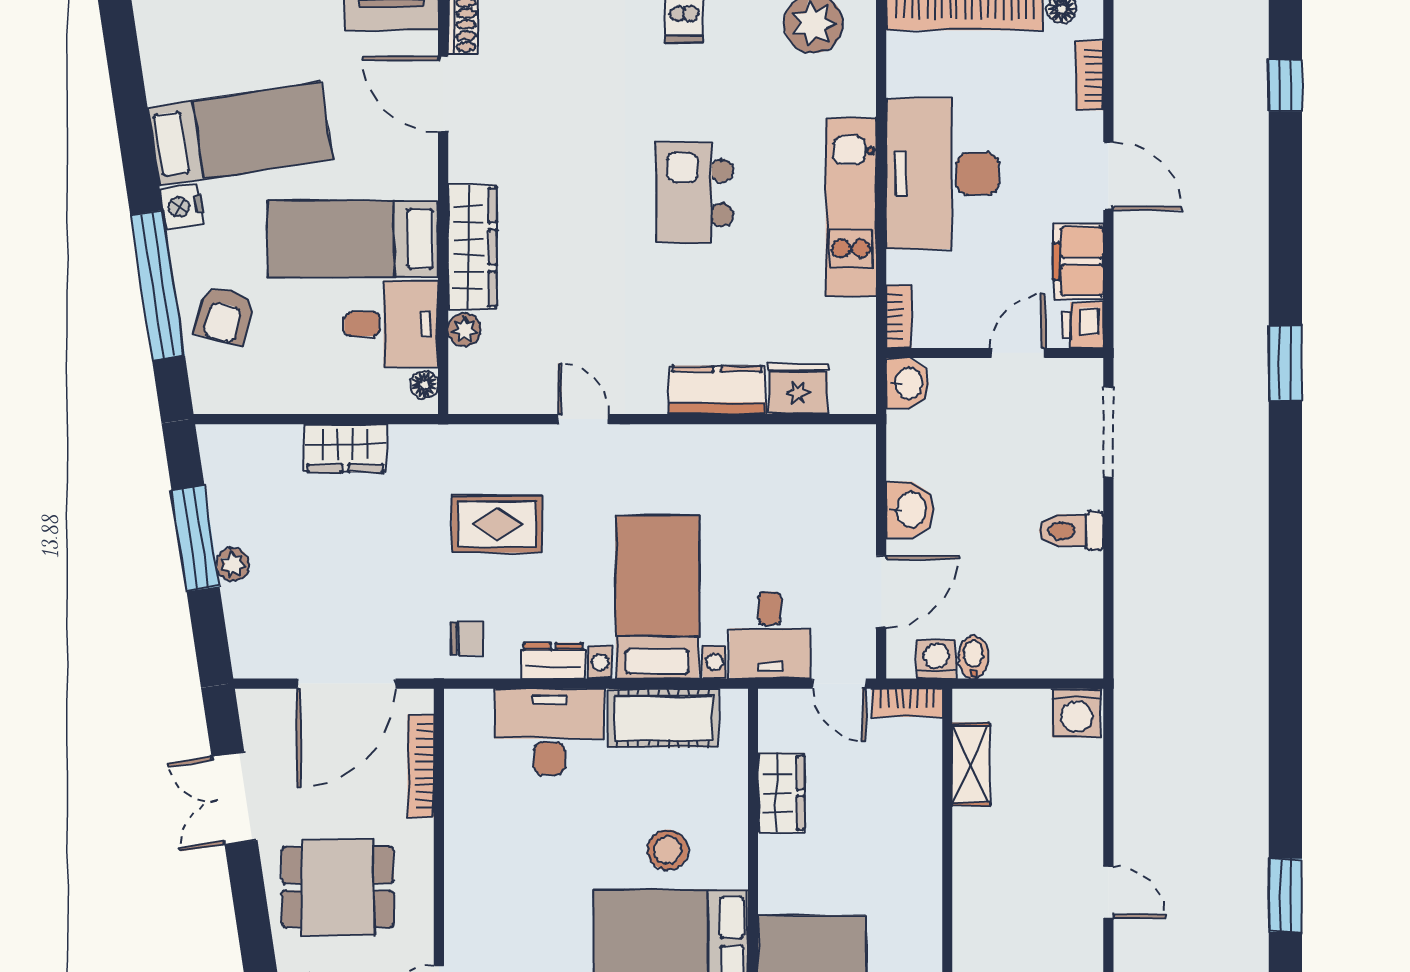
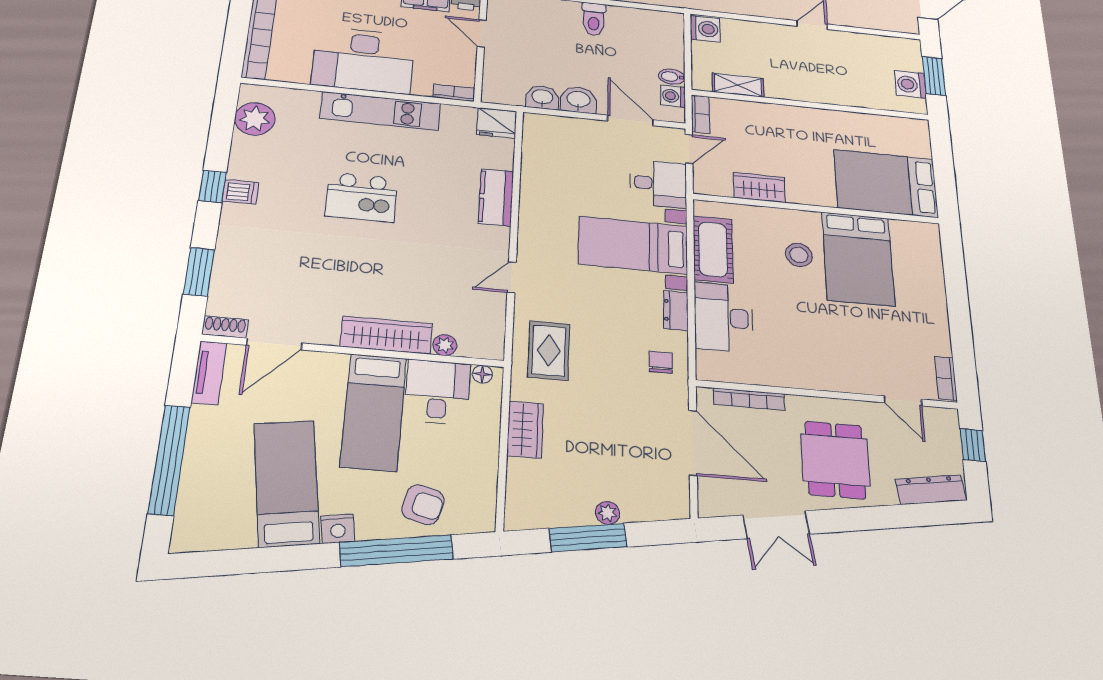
washbasin: (907, 383) -> (542, 97), moved
fridge: (798, 389) -> (497, 123), moved, turned -90
rug: (497, 524) -> (549, 350), moved

